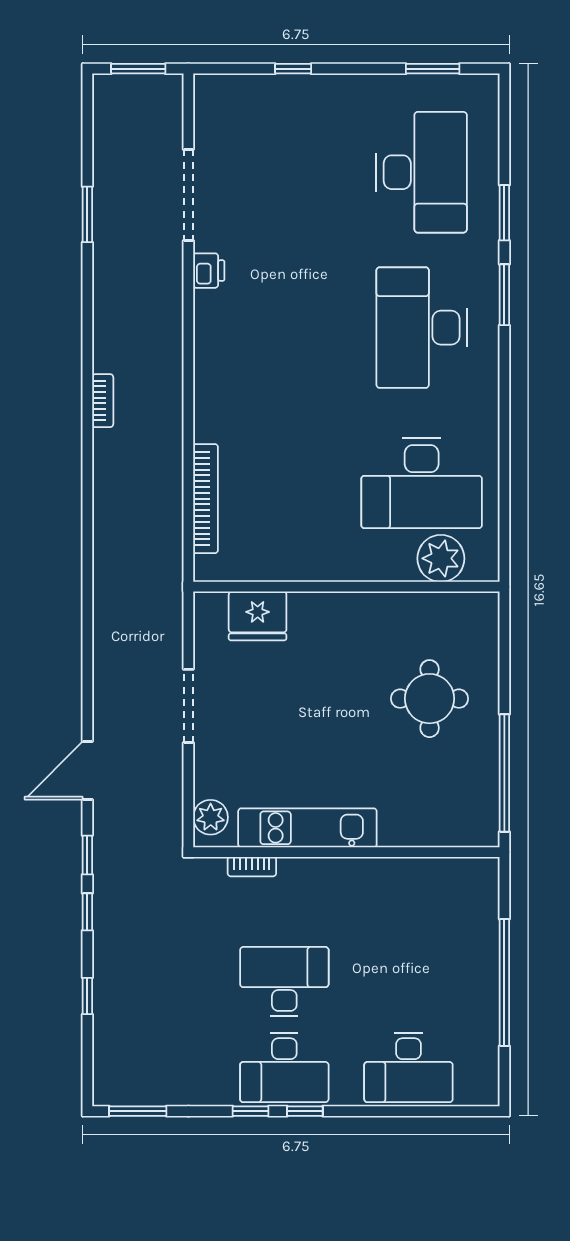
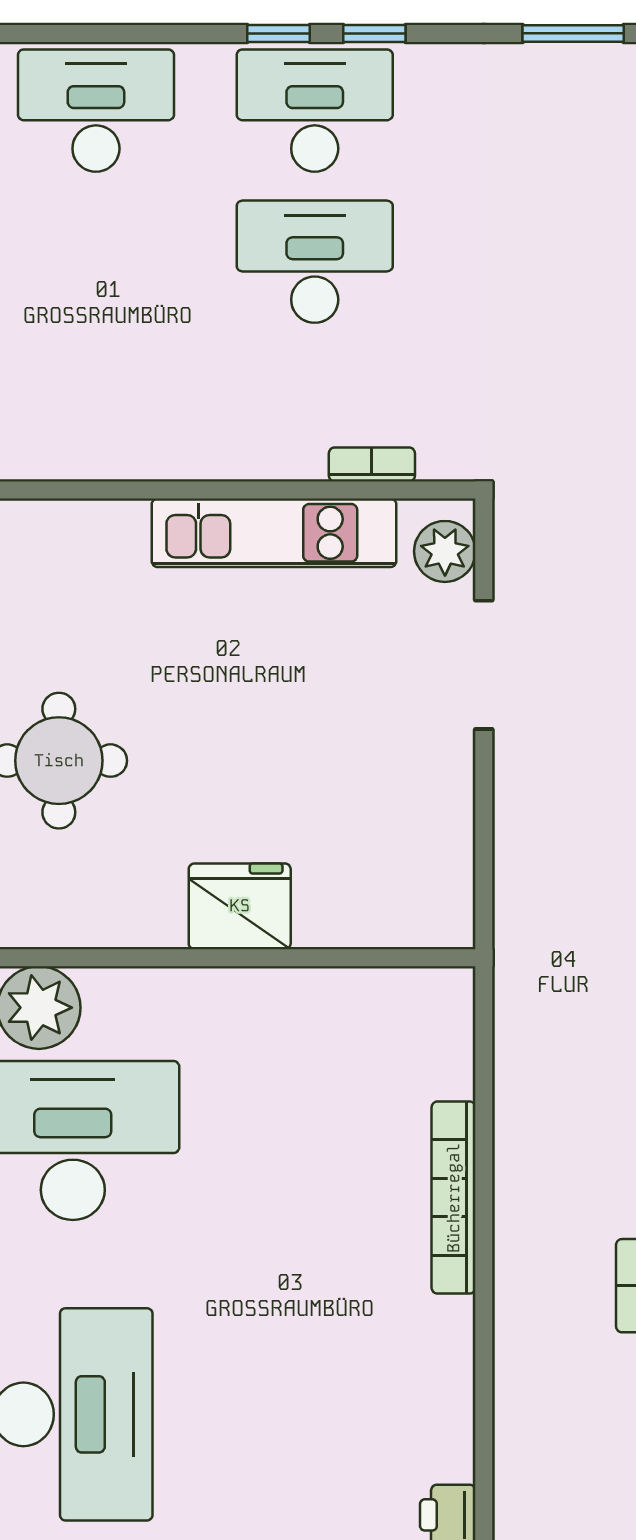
bookcase: (206, 499) -> (454, 1198), moved
fridge: (258, 616) -> (240, 906), moved
doorway: (188, 706) -> (484, 665), moved
desk: (284, 982) -> (315, 262), turned 180

